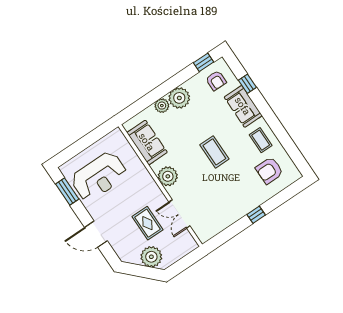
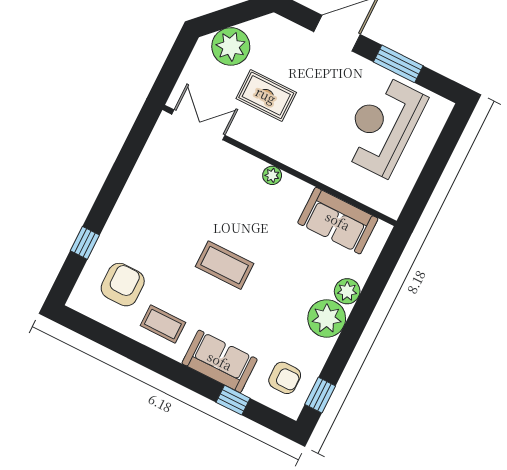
armchair: (216, 81) -> (285, 378), turned 180
plant: (168, 176) -> (272, 175), width x0.53, depth x0.53
window: (67, 192) -> (398, 64), moved
double door: (179, 214) -> (198, 125), moved
window: (256, 215) -> (85, 243), moved

